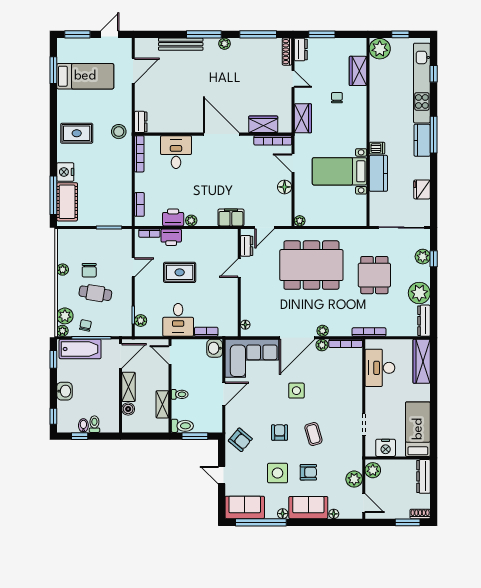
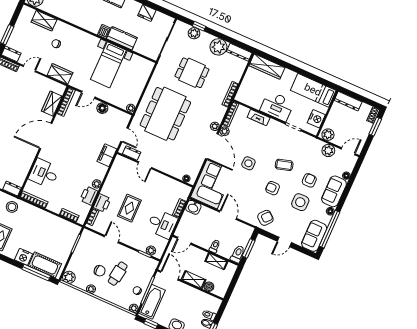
plant: (65, 316) -> (69, 277), moved
desk: (380, 368) -> (277, 106), moved
fireplace: (356, 378) -> (259, 118), added

